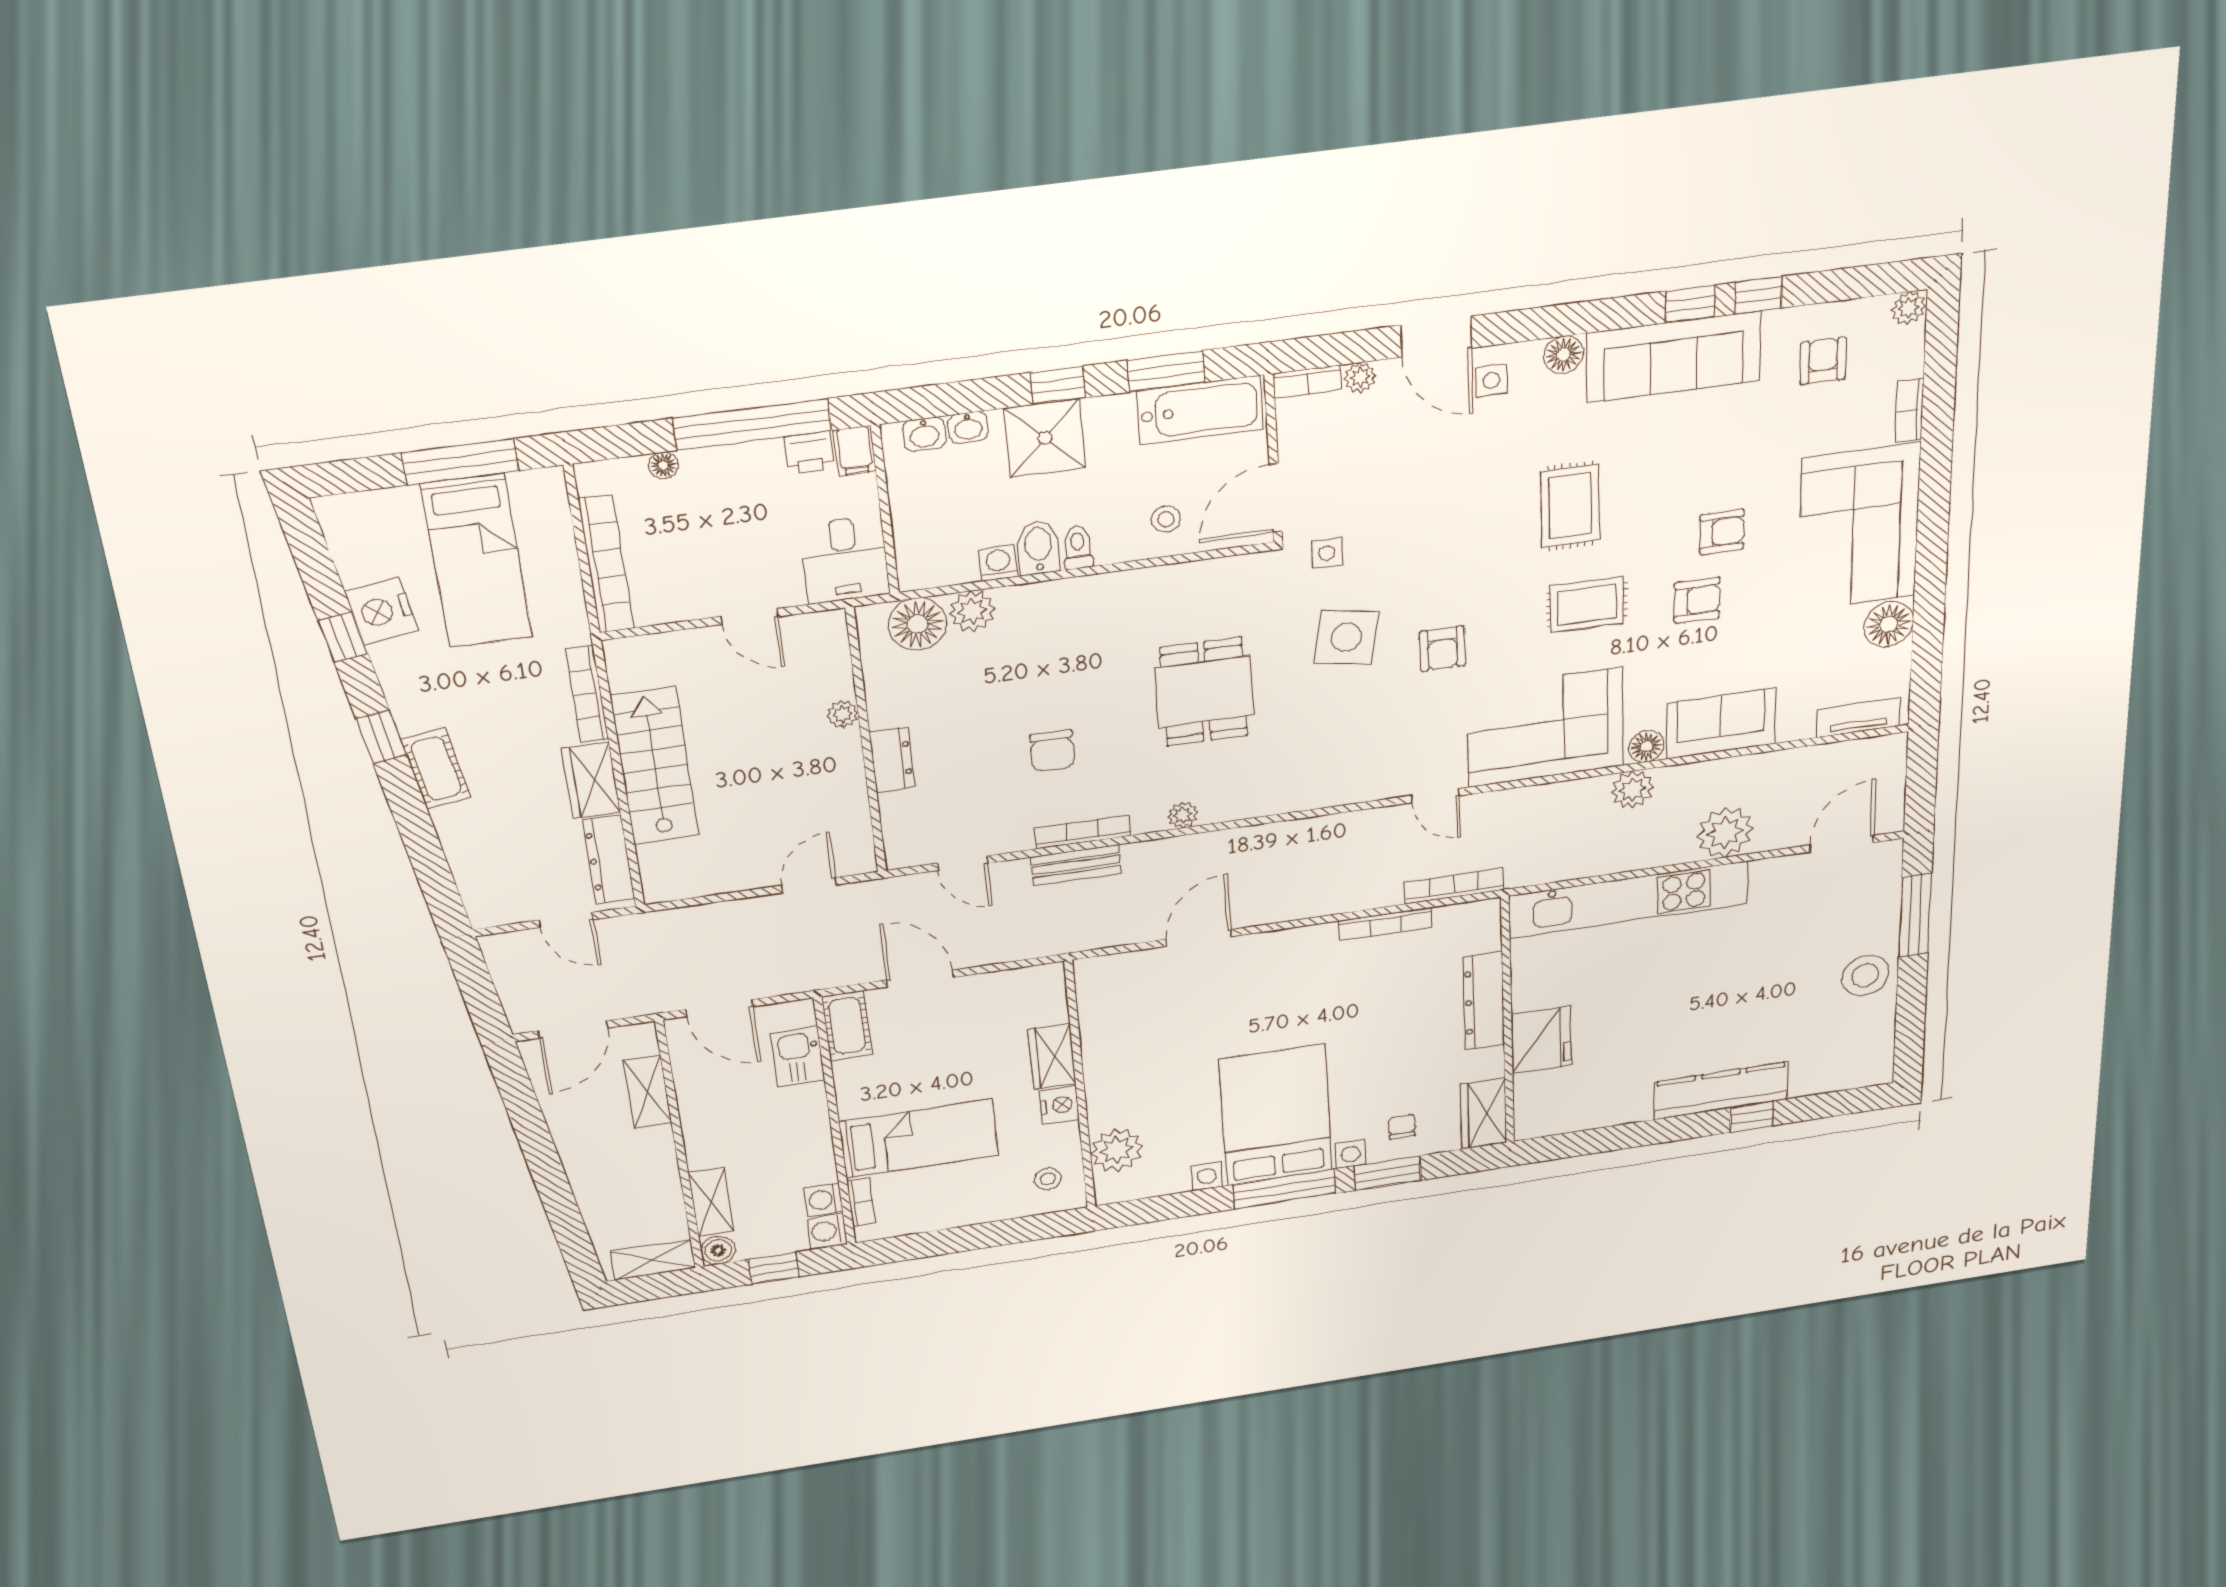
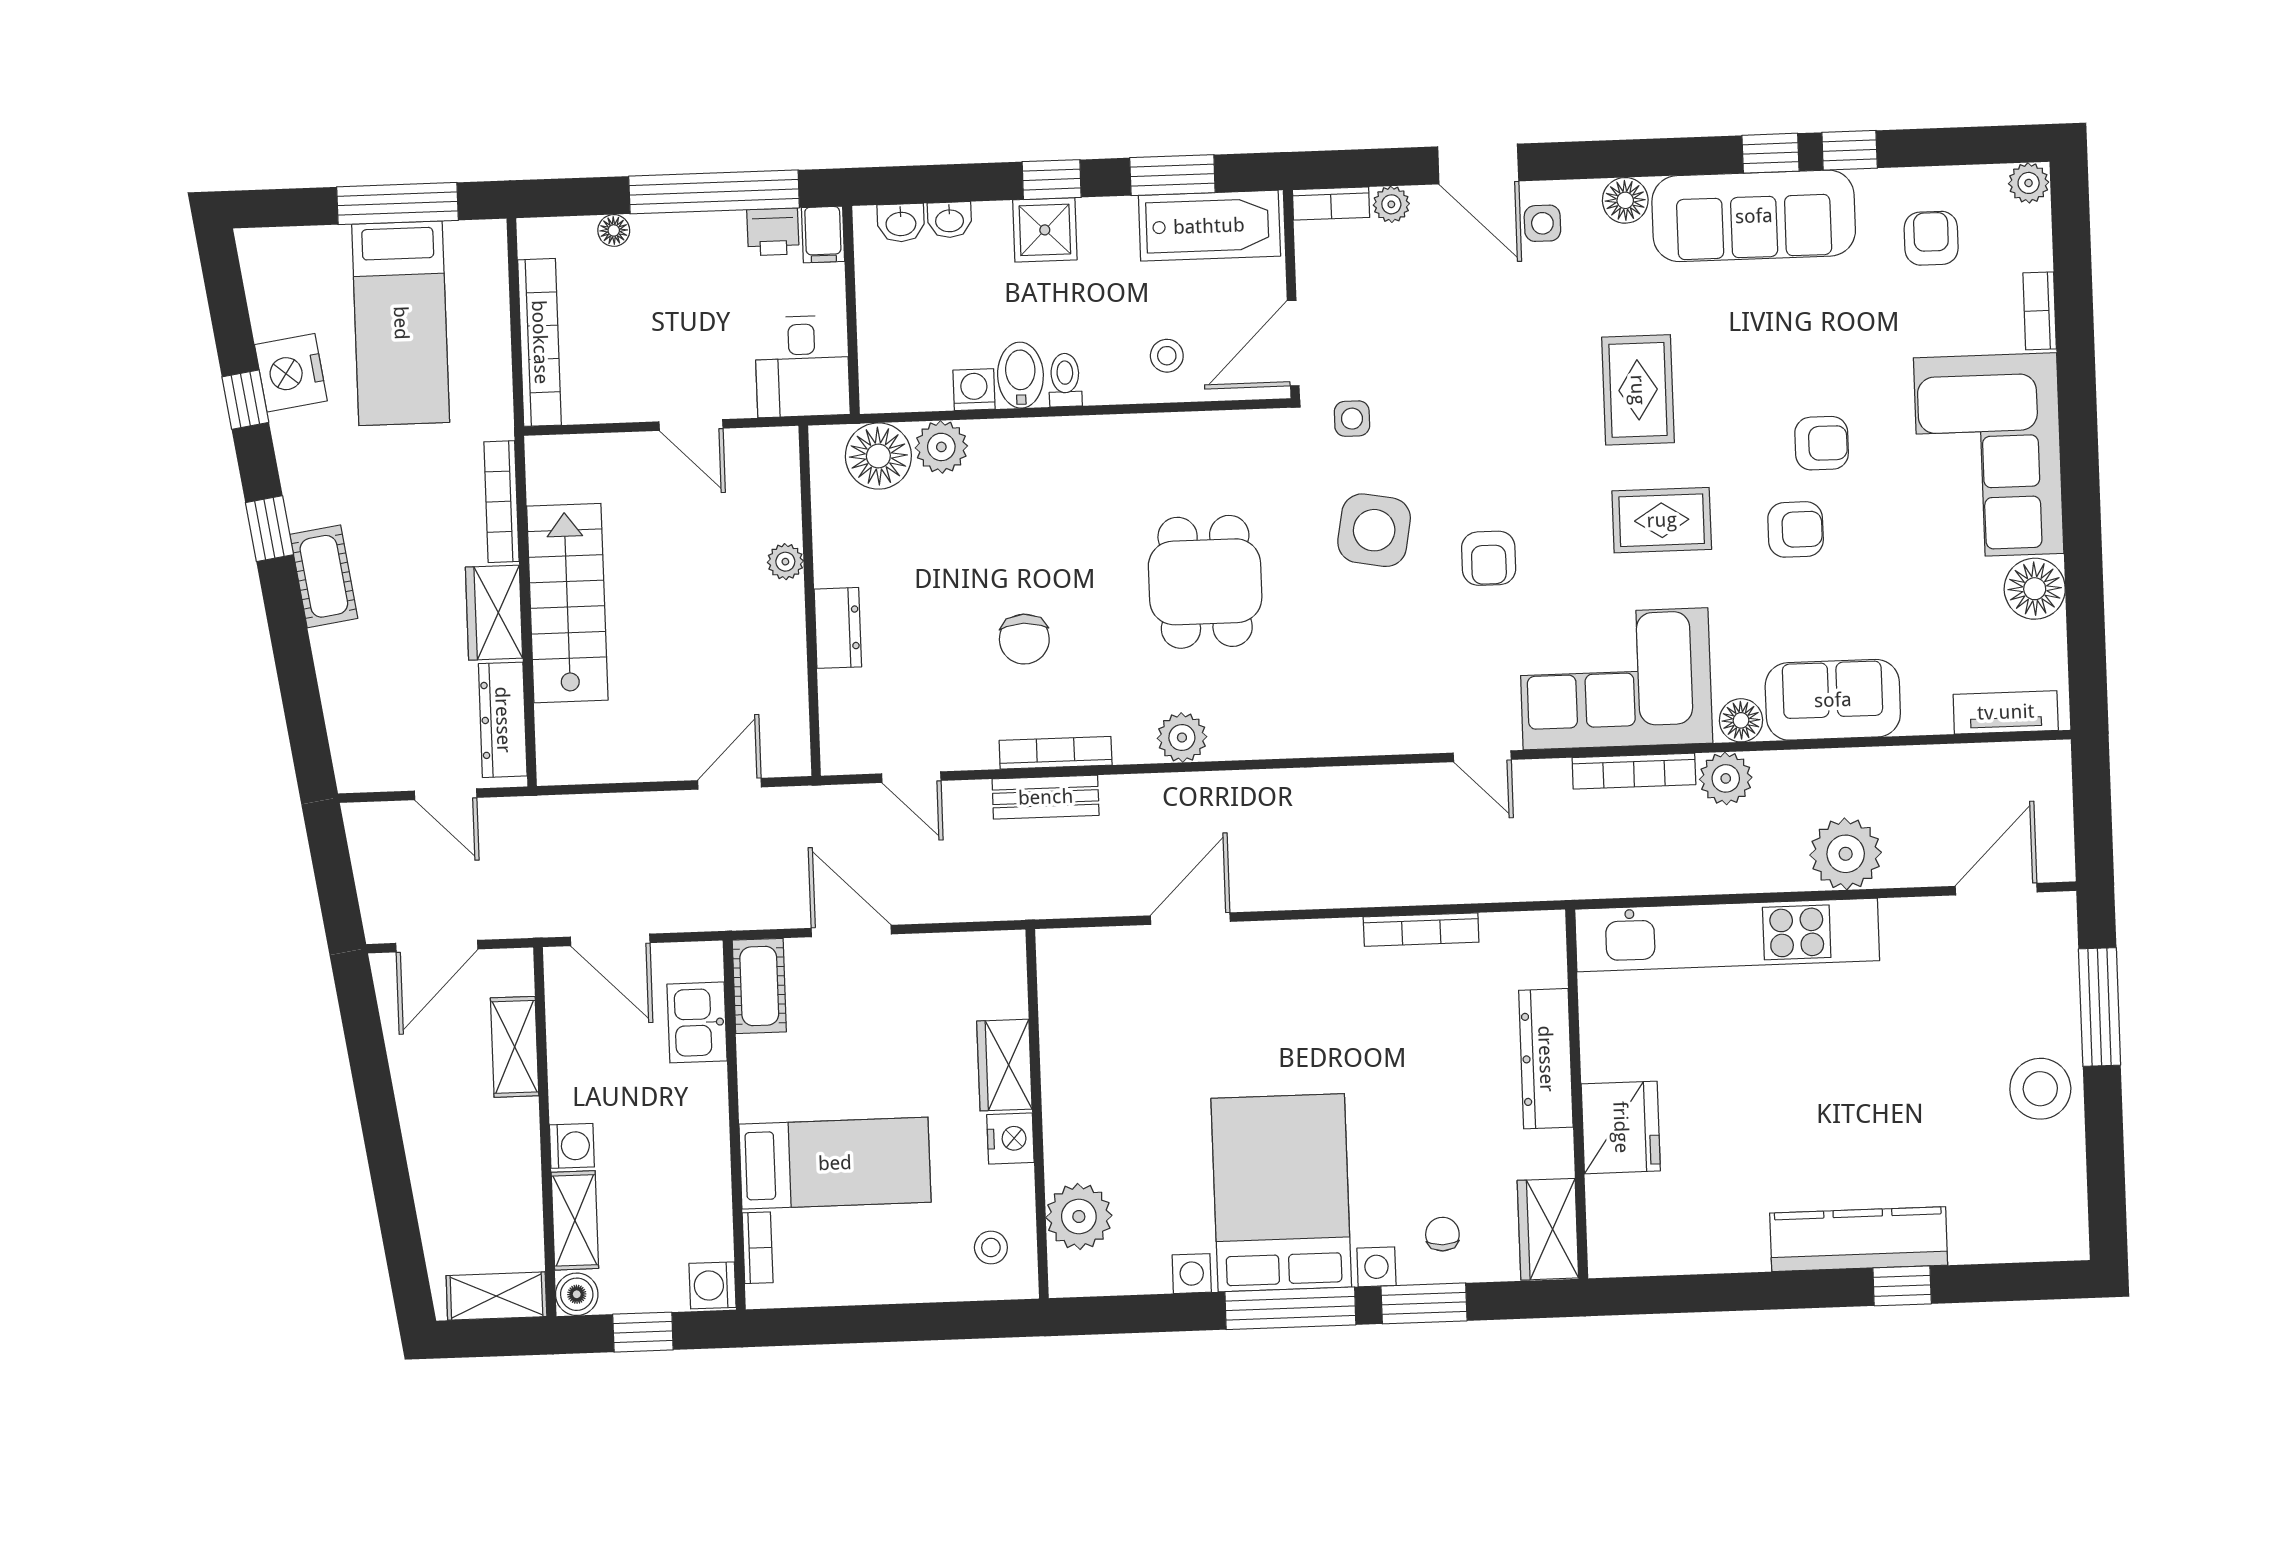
shower: (1045, 438) -> (1045, 230), width x0.73, depth x0.73
plant: (1183, 815) -> (1182, 738), width x1.38, depth x1.38
bookcase: (1454, 886) -> (1634, 771), moved, turned 180
washing machine: (823, 1200) -> (572, 1146), moved, turned 180

